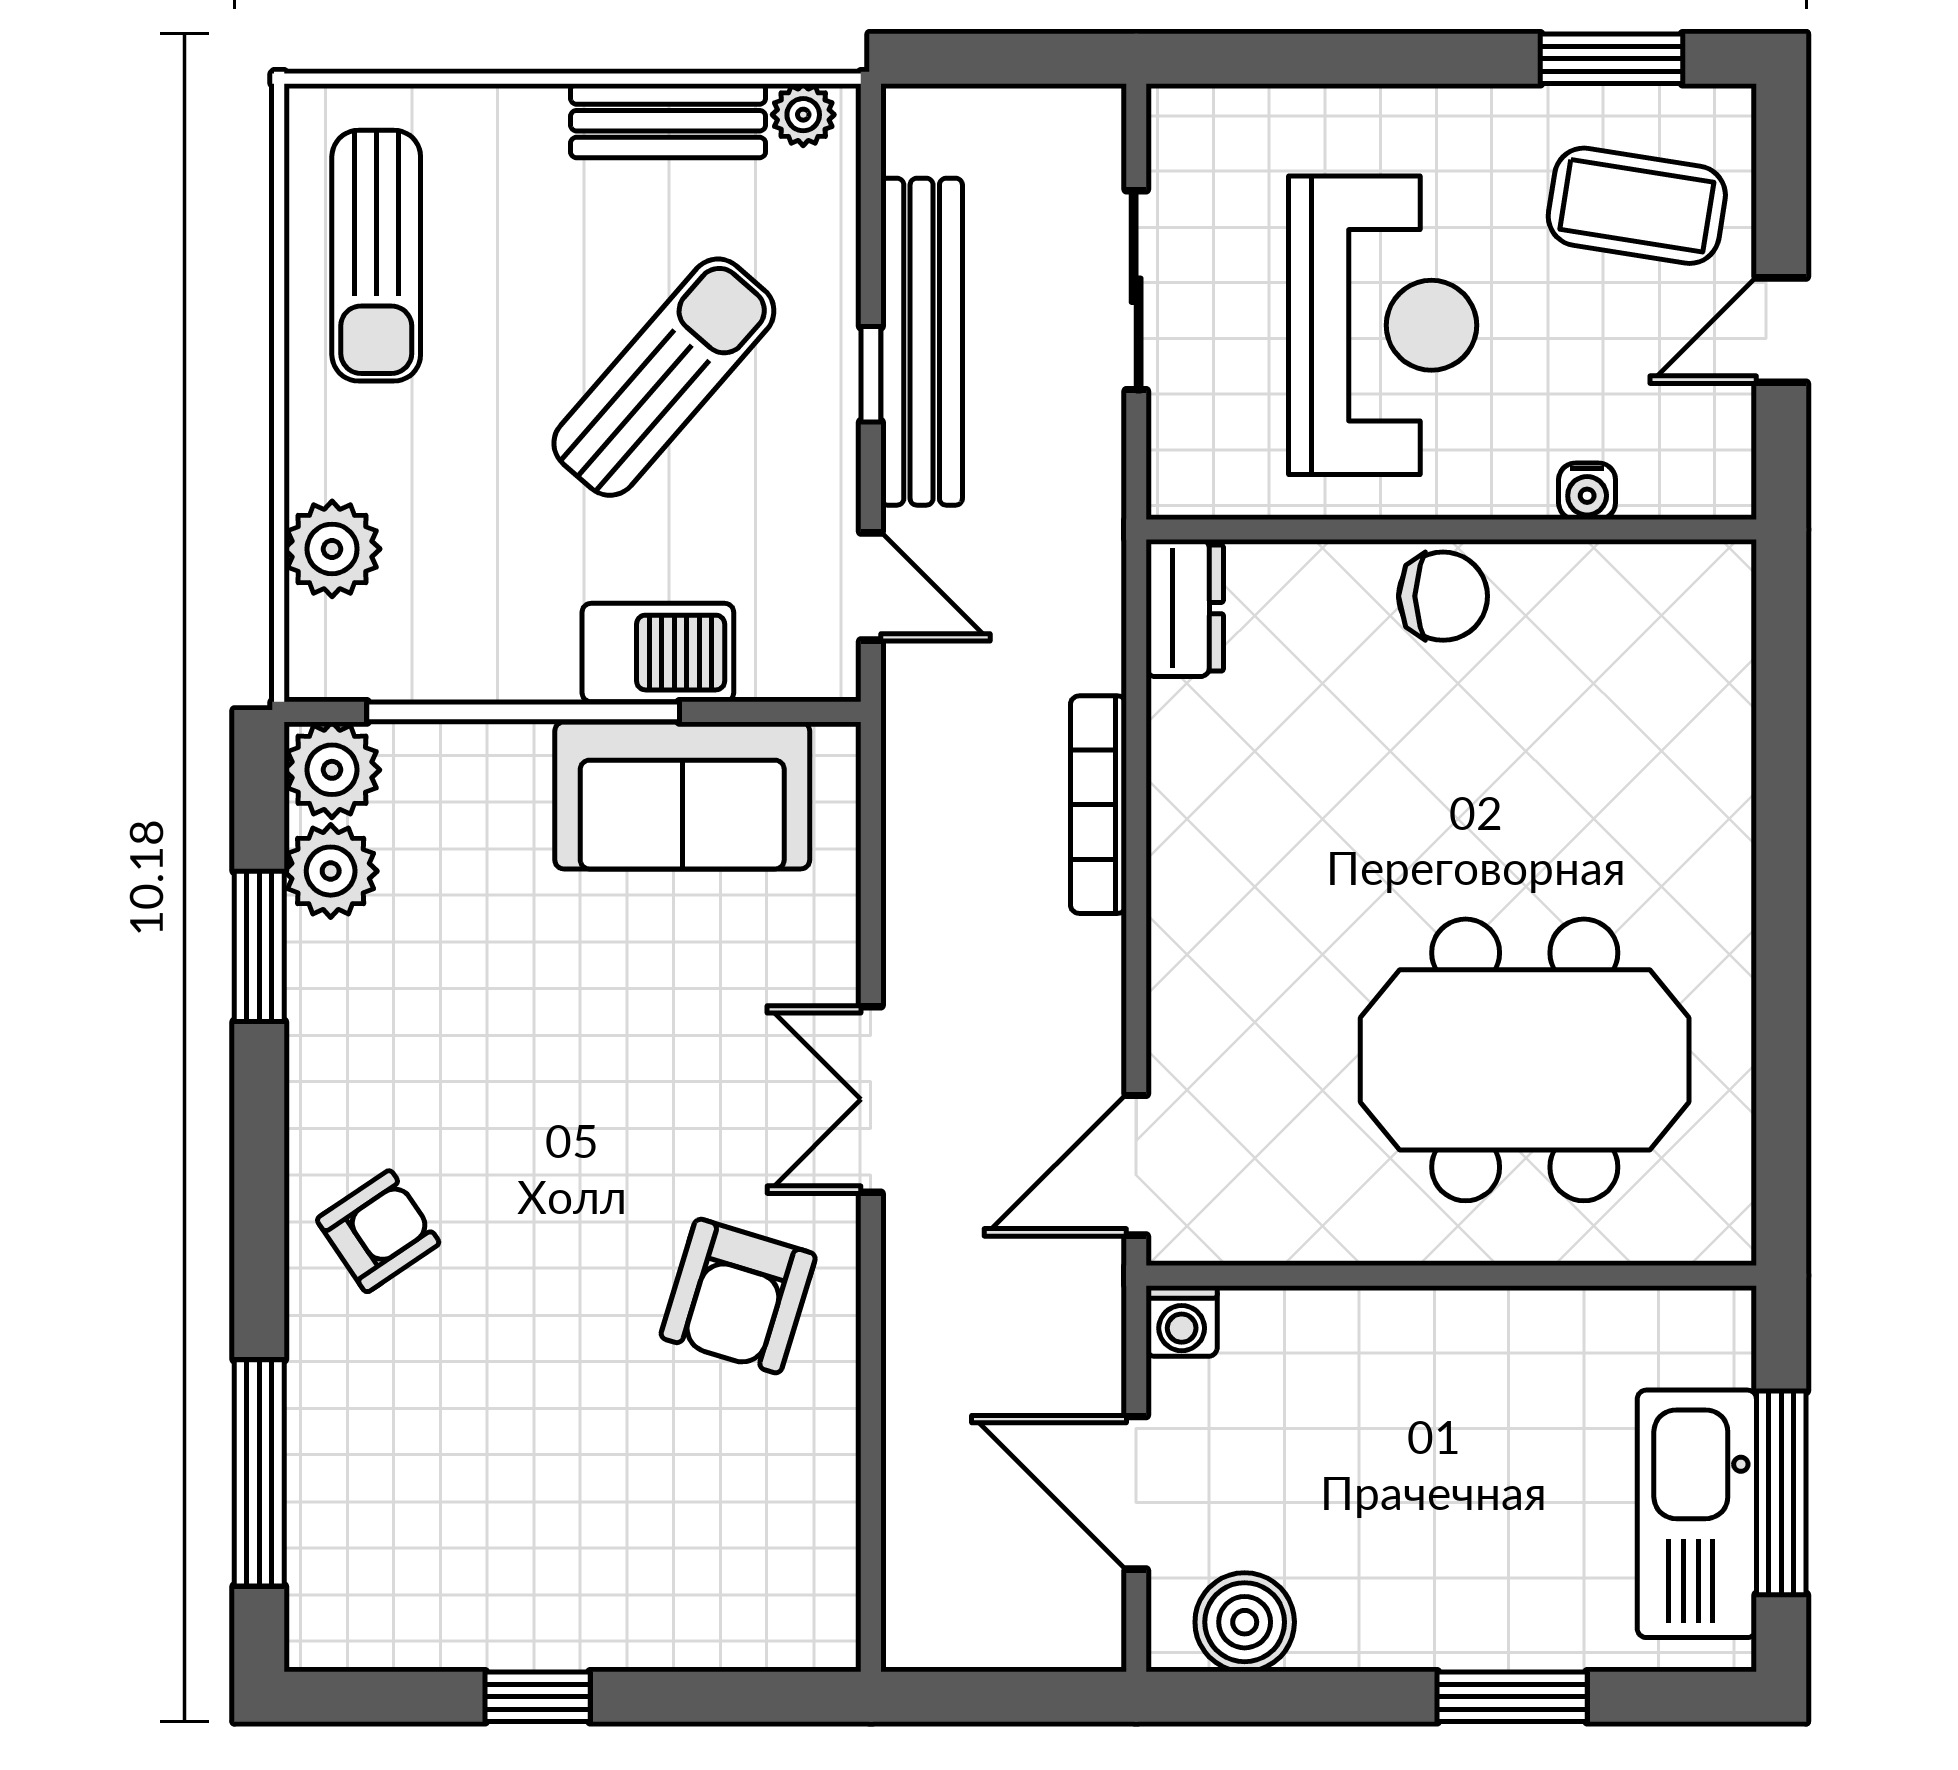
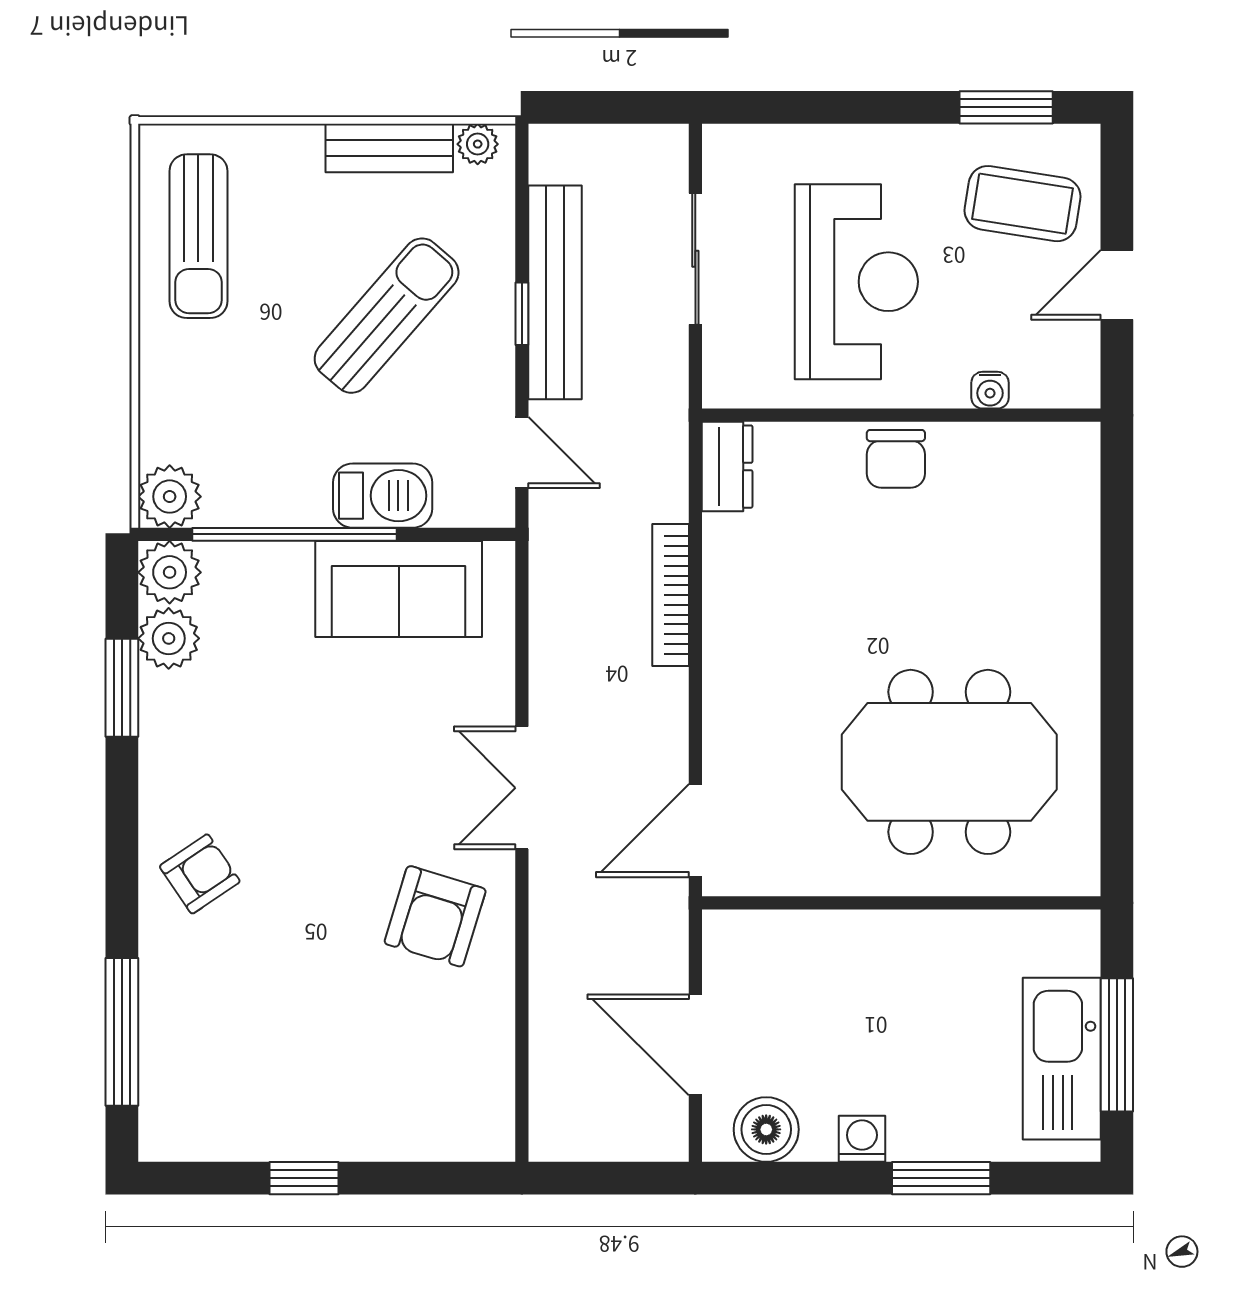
plant: (332, 549) -> (170, 497), moved
chair: (1443, 596) -> (896, 459), turned 90
washing machine: (1182, 1321) -> (862, 1139), moved, turned 180

